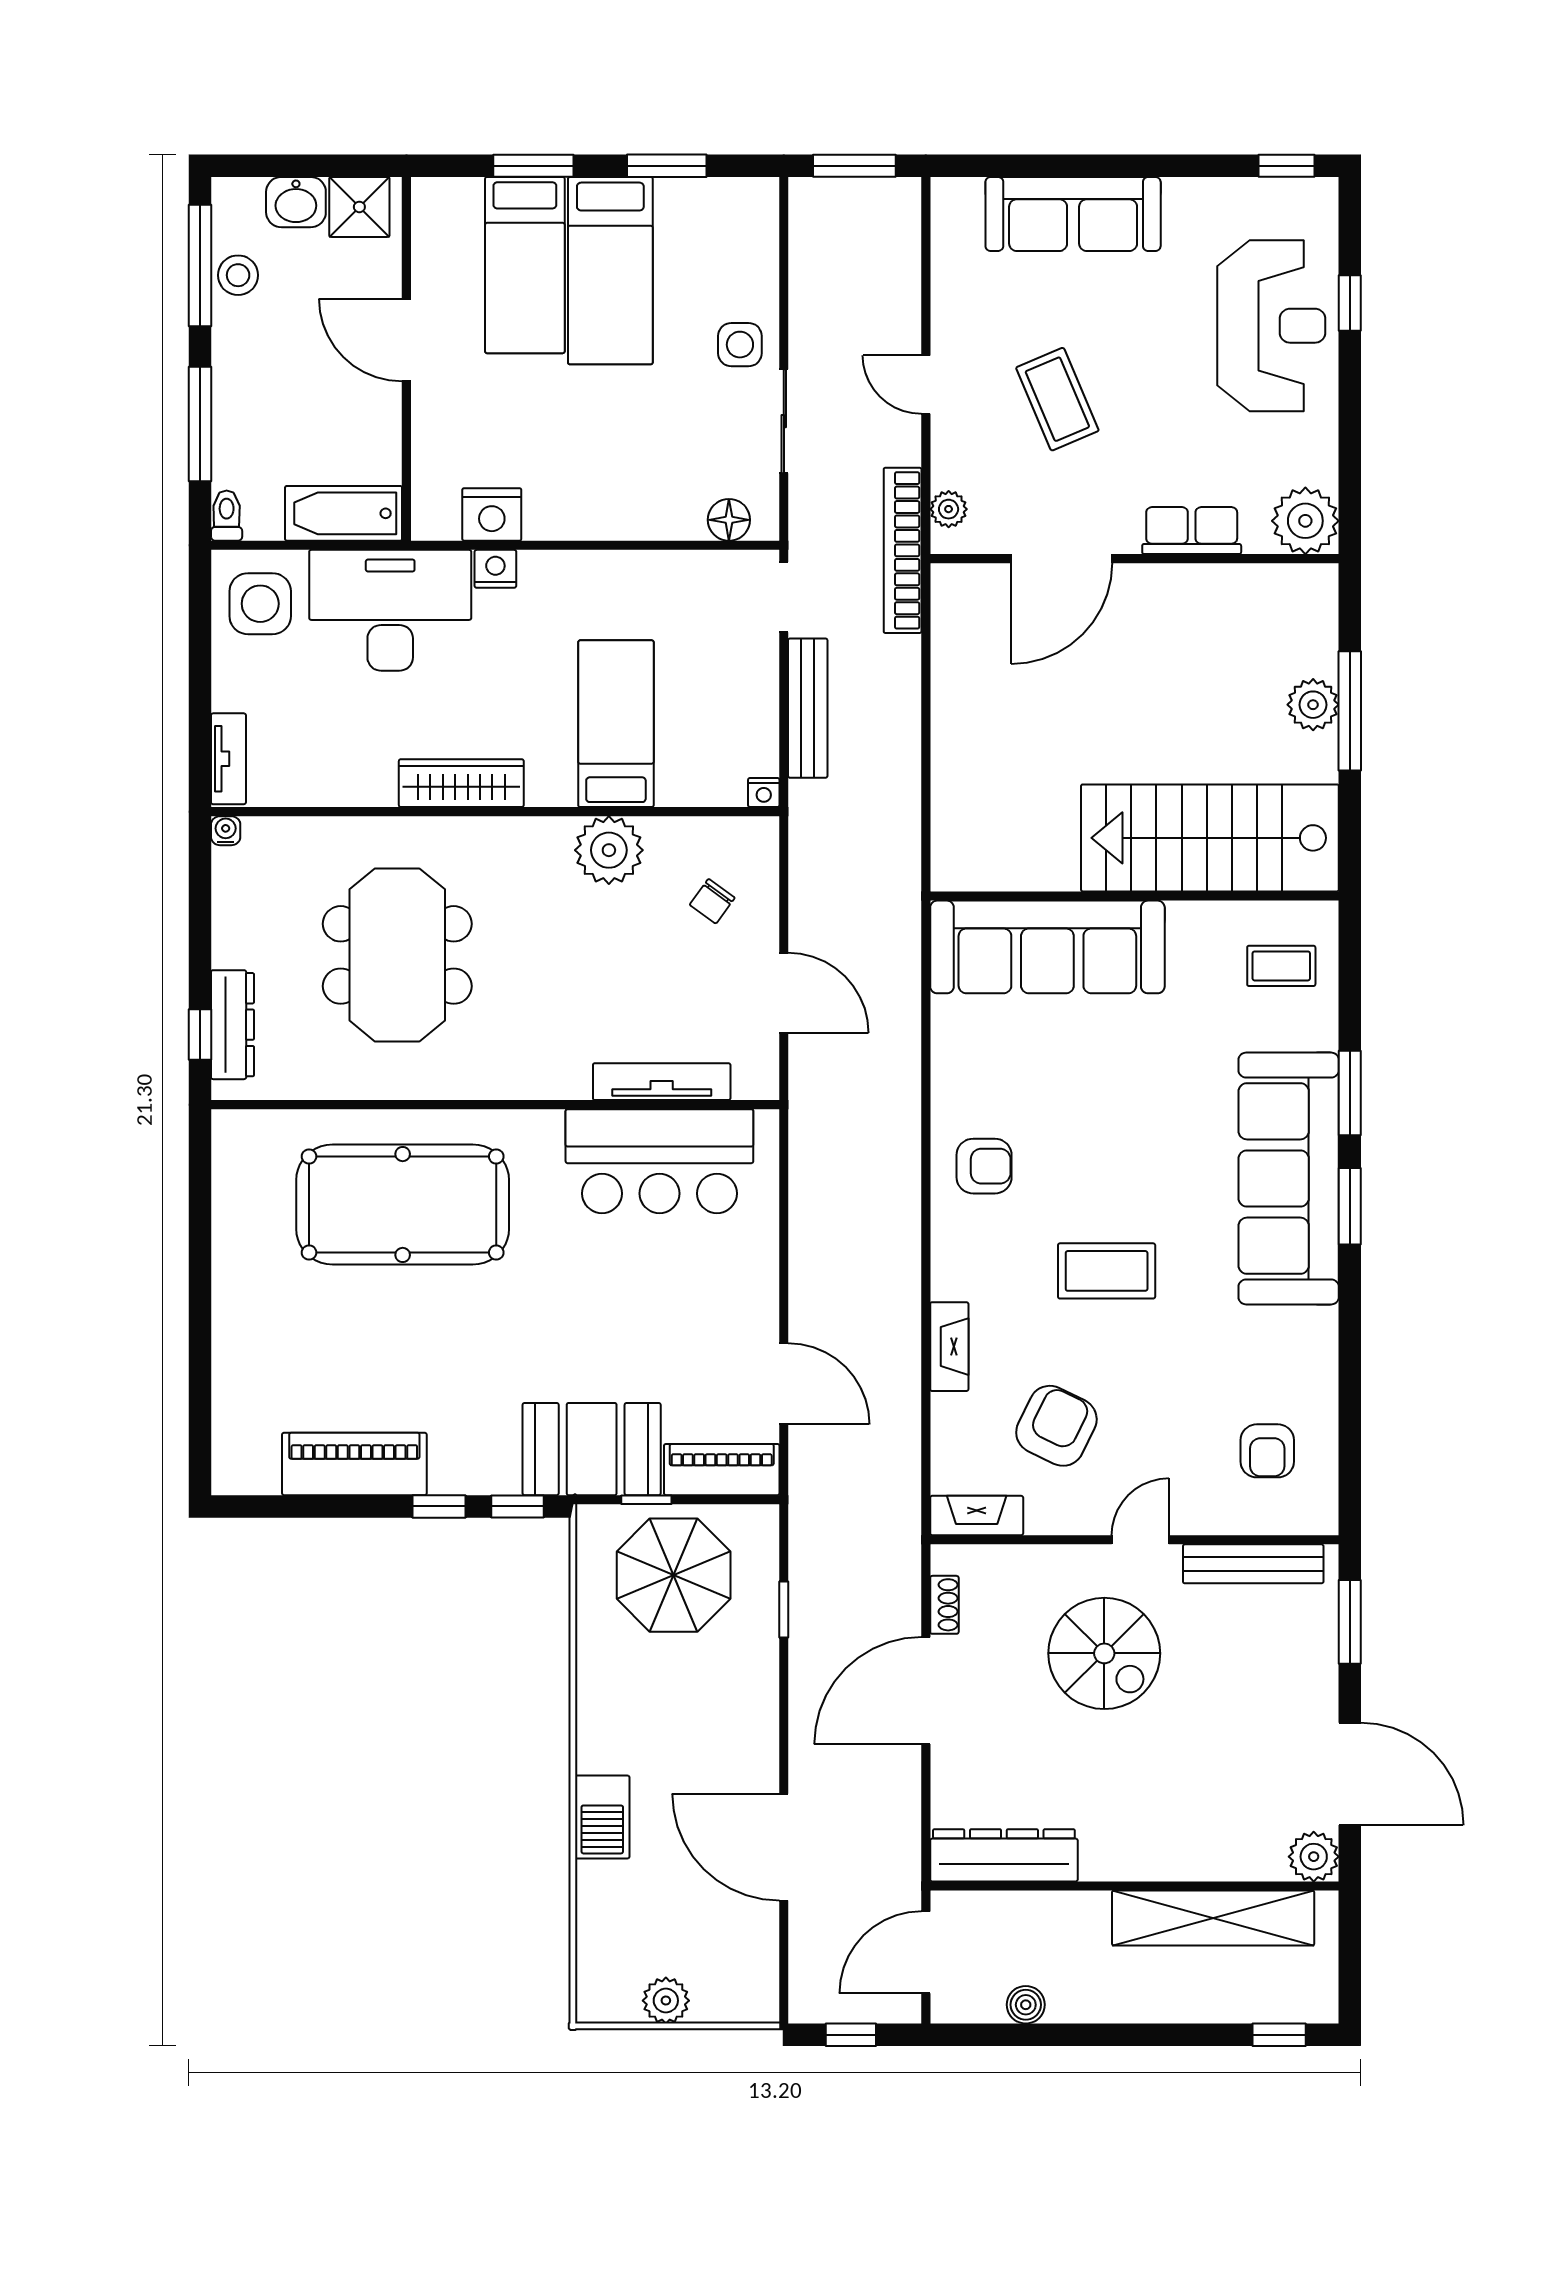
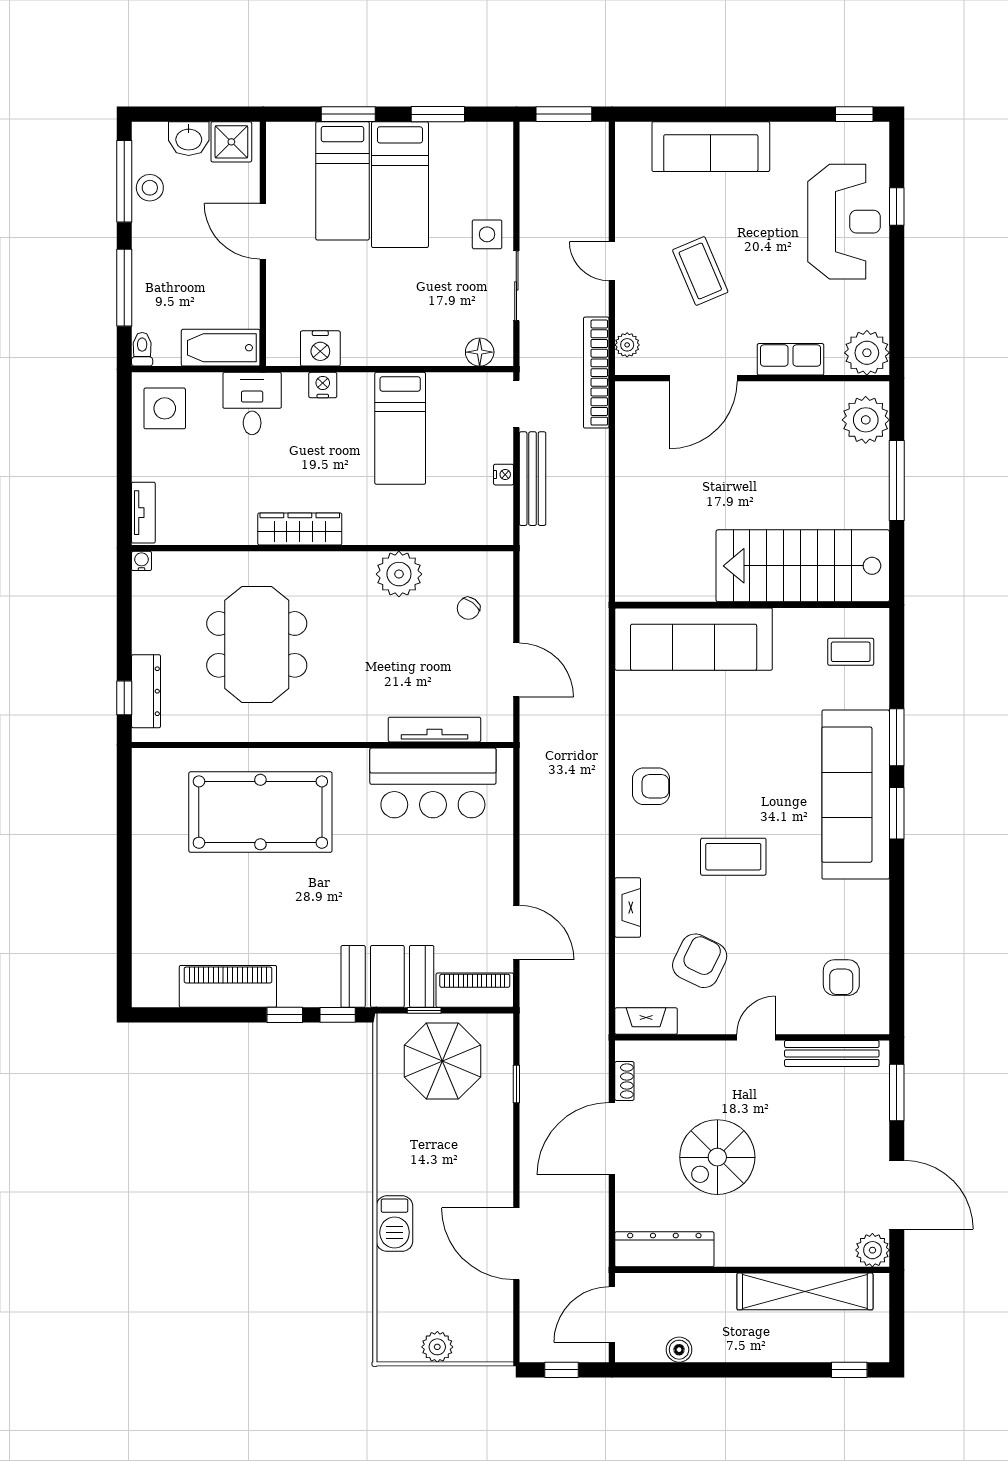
desk: (390, 610) -> (252, 403), width x0.53, depth x0.77
plant: (1313, 705) -> (866, 420), moved, width x1.36, depth x1.36
bed: (616, 724) -> (400, 428), moved, turned 180
nightstand: (764, 793) -> (504, 475), moved, turned -90
spiral stairs: (1104, 1653) -> (717, 1157), moved, turned 90

